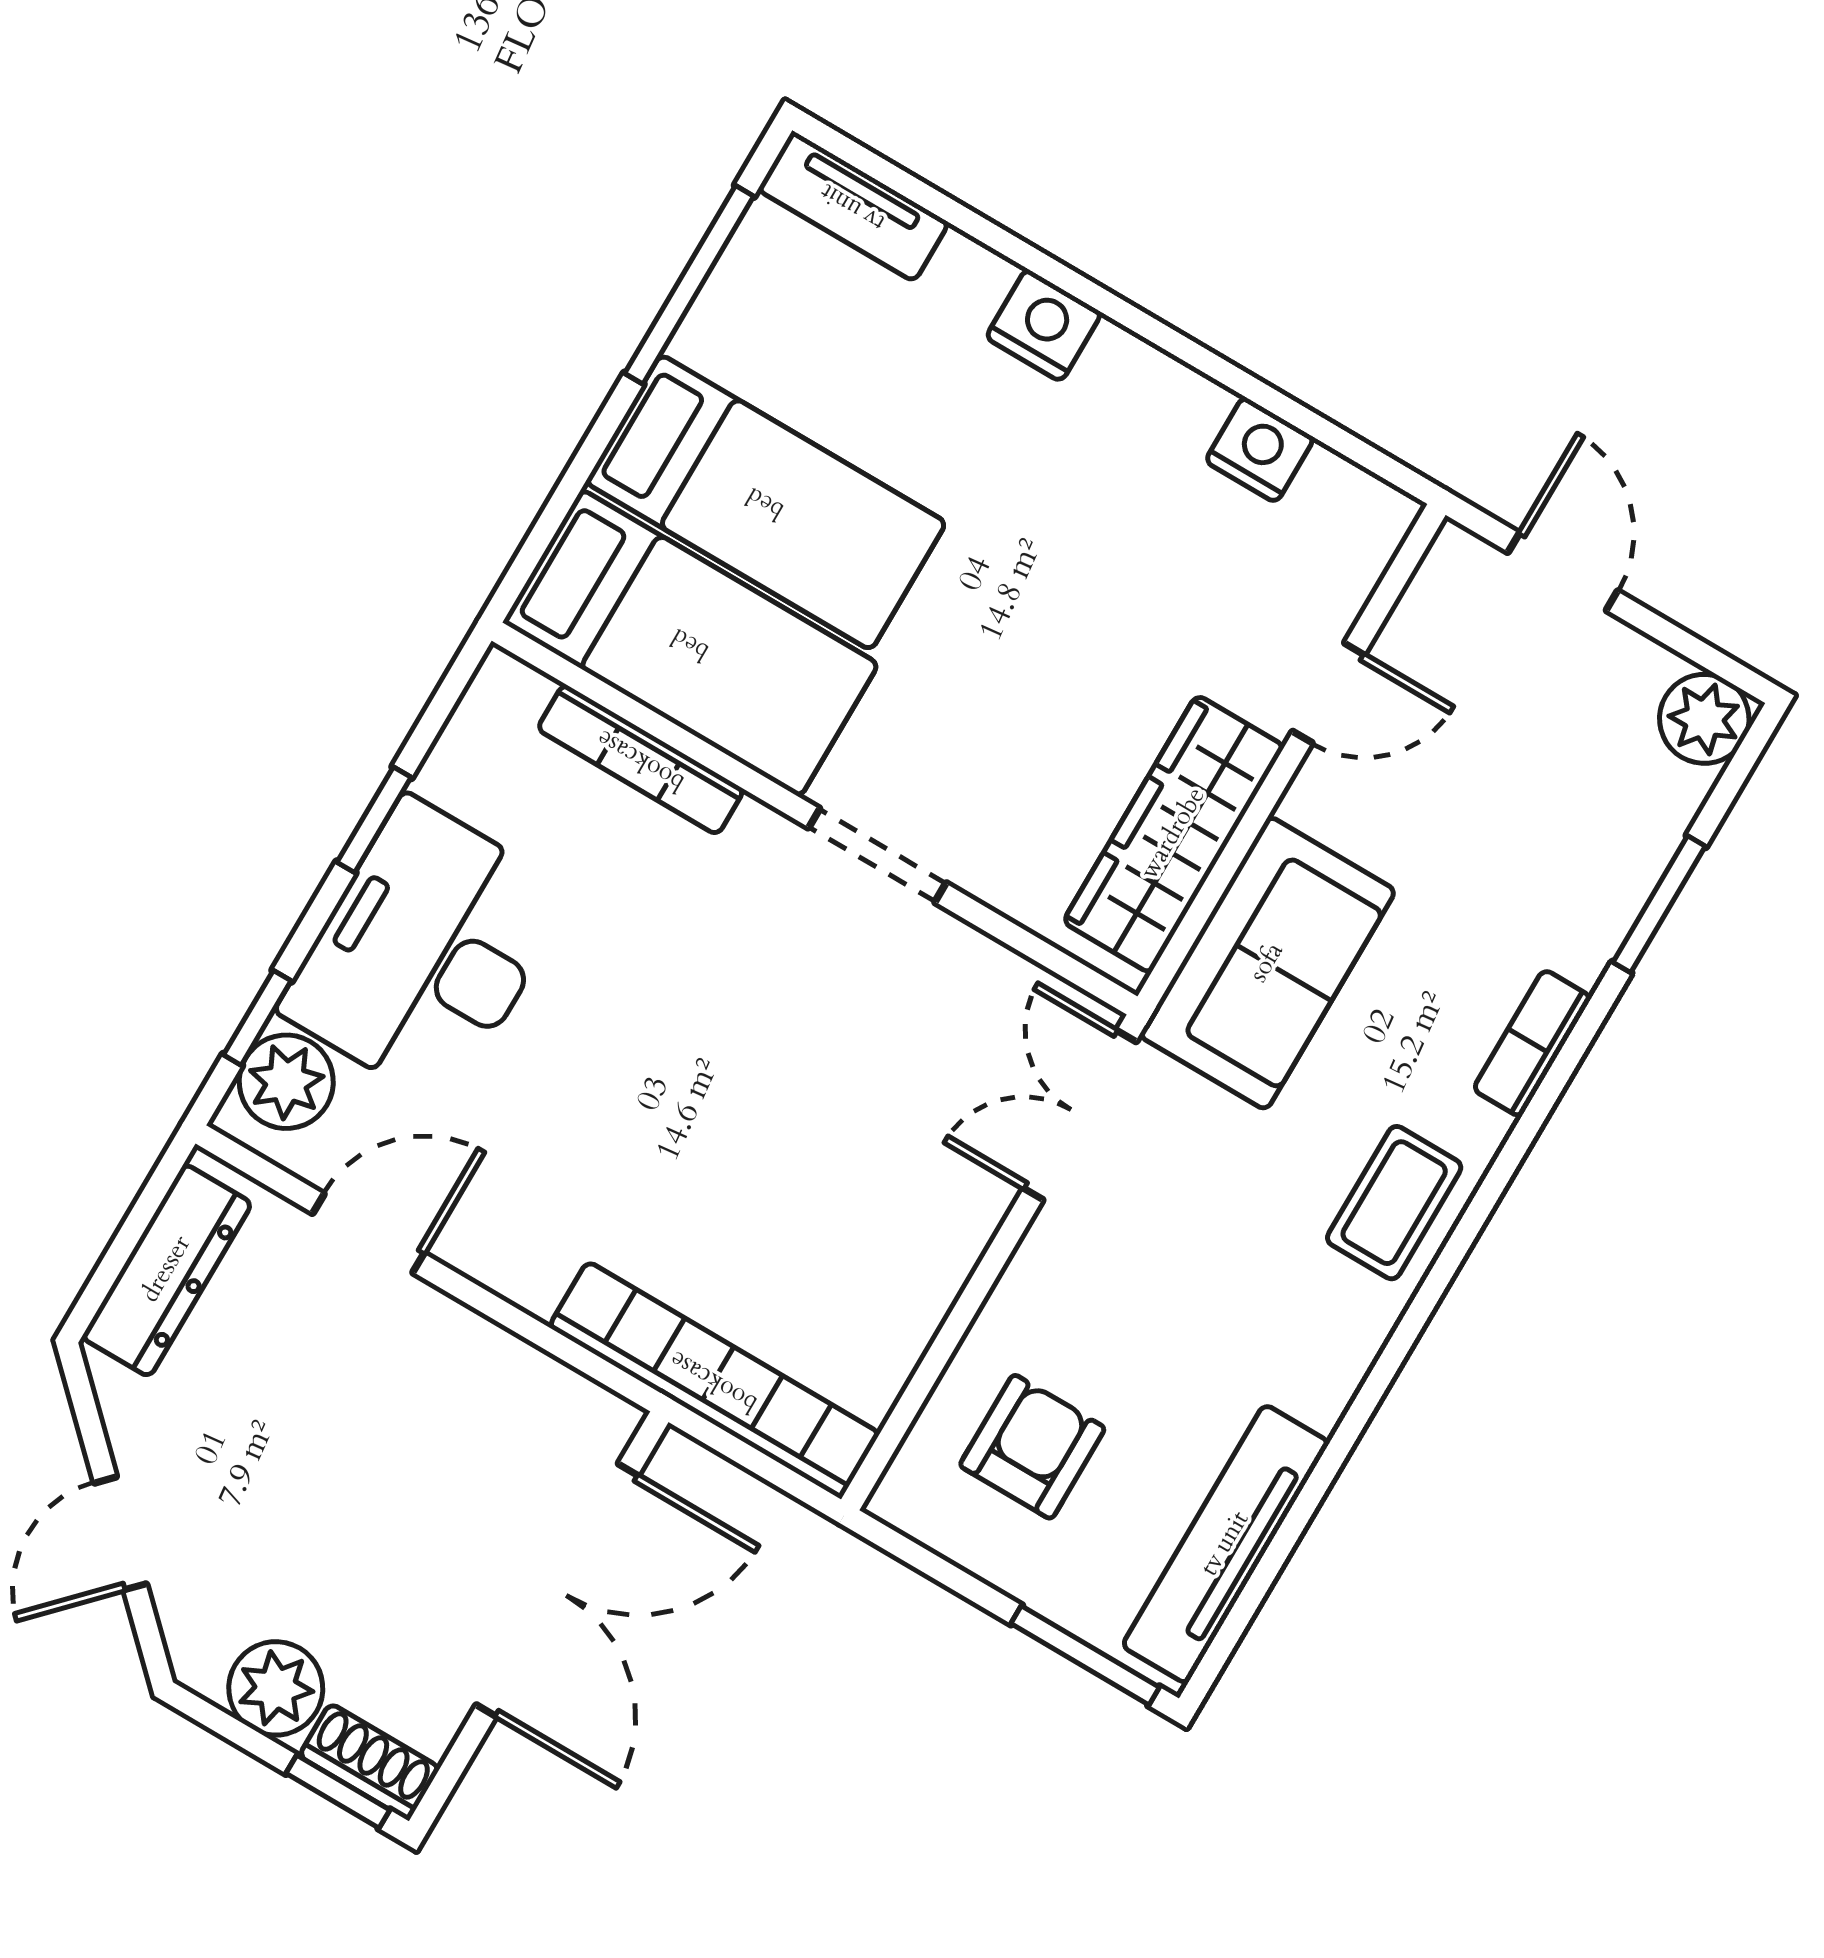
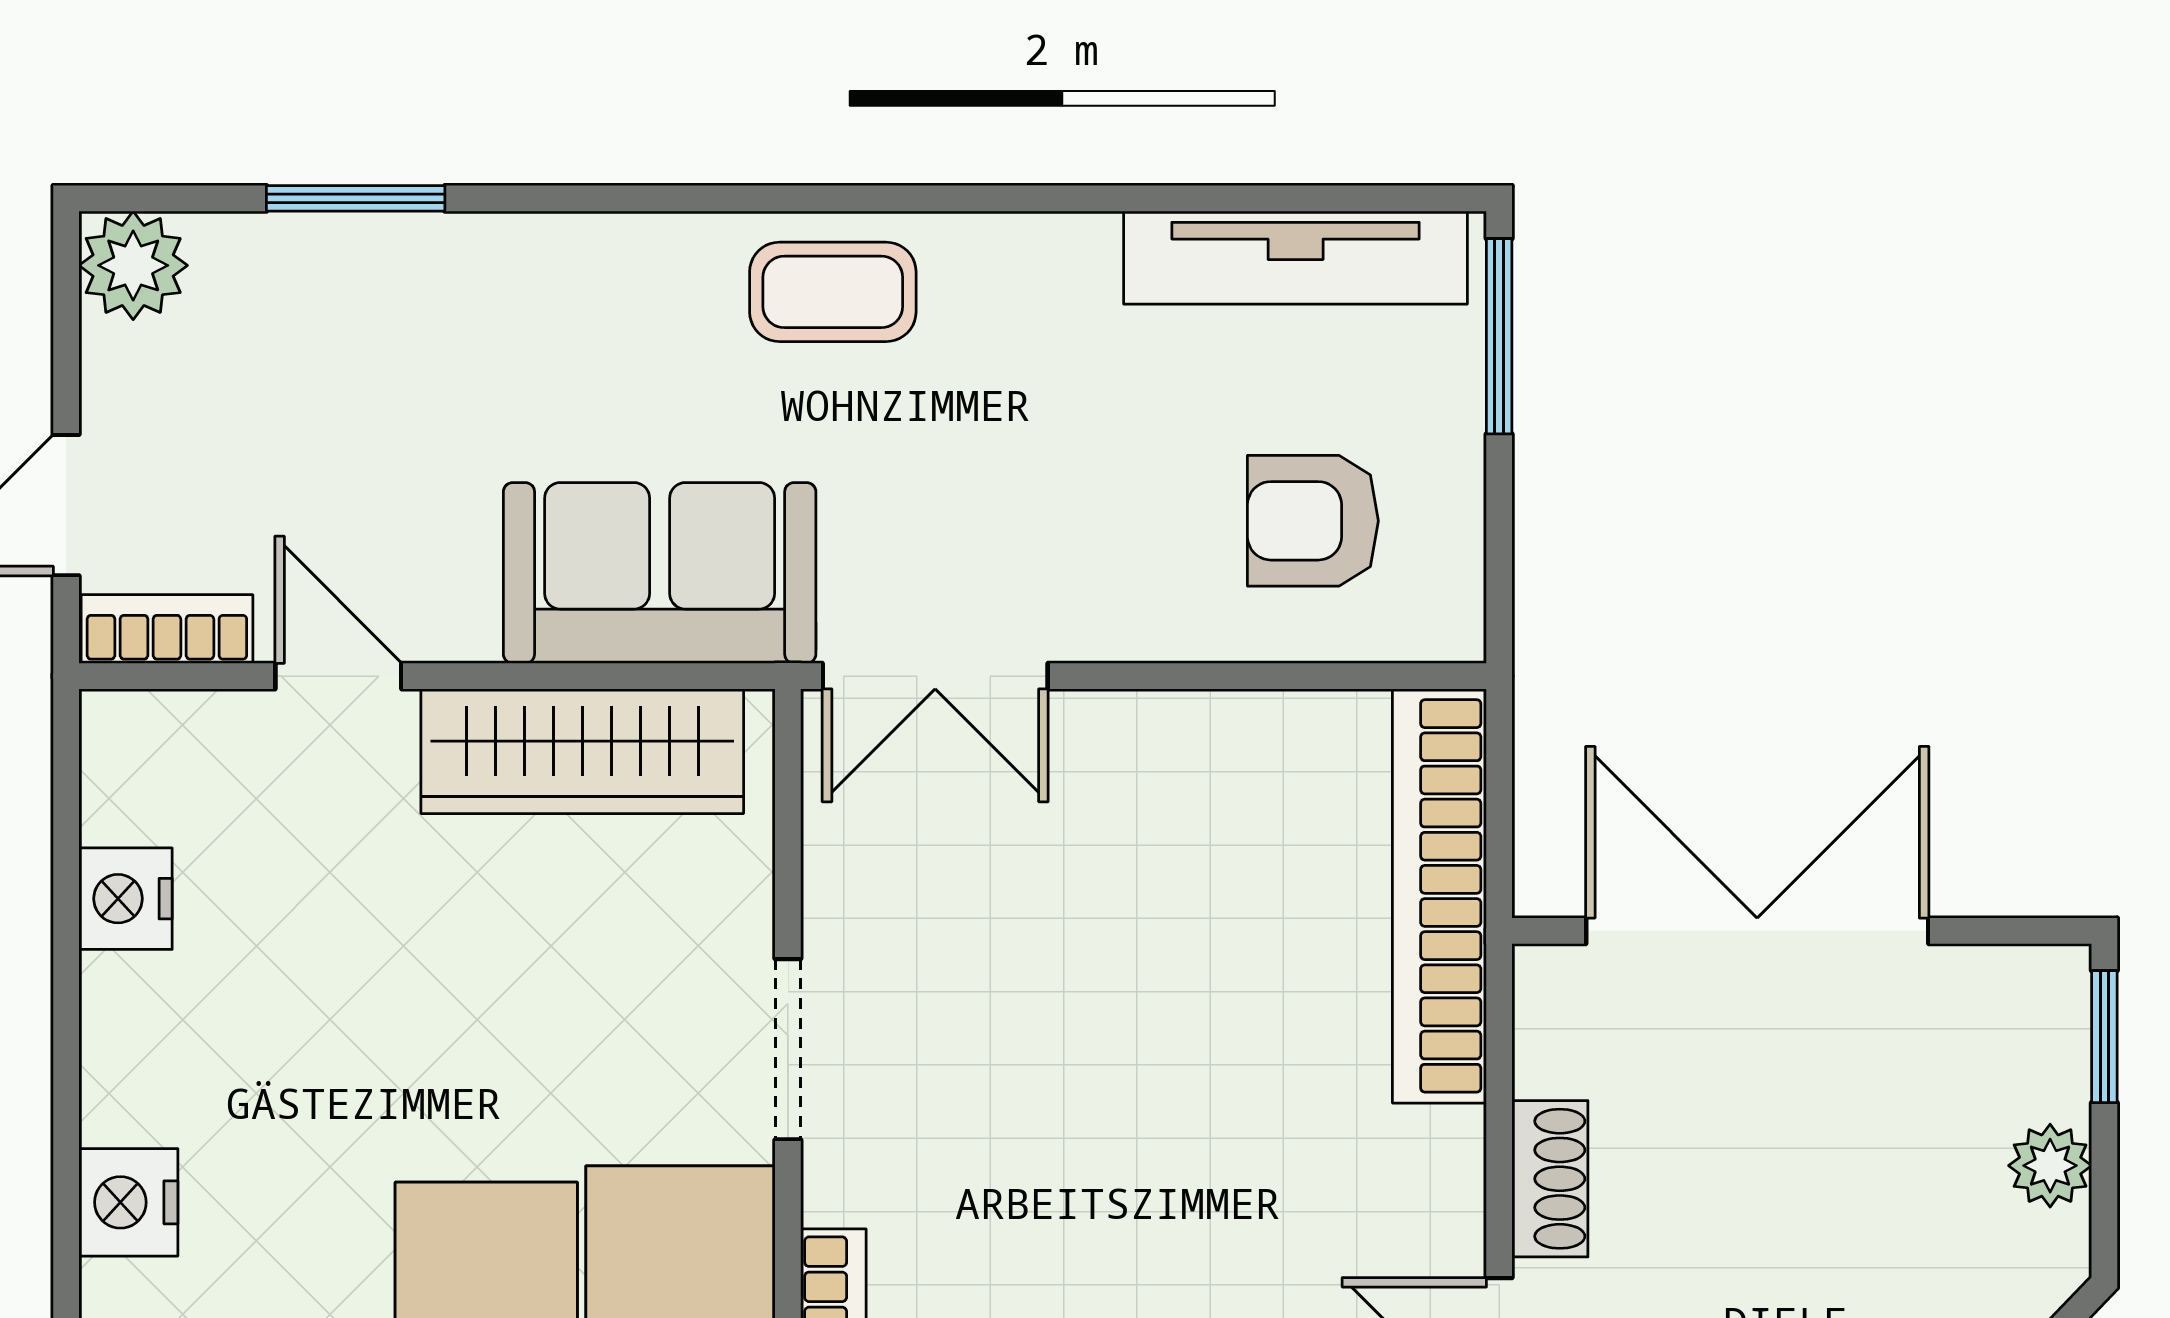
bookcase: (1532, 1043) -> (167, 629), moved, turned 180
plant: (276, 1688) -> (2050, 1166), width x0.73, depth x0.73
shoe rack: (369, 1762) -> (1550, 1179), moved, turned 180

